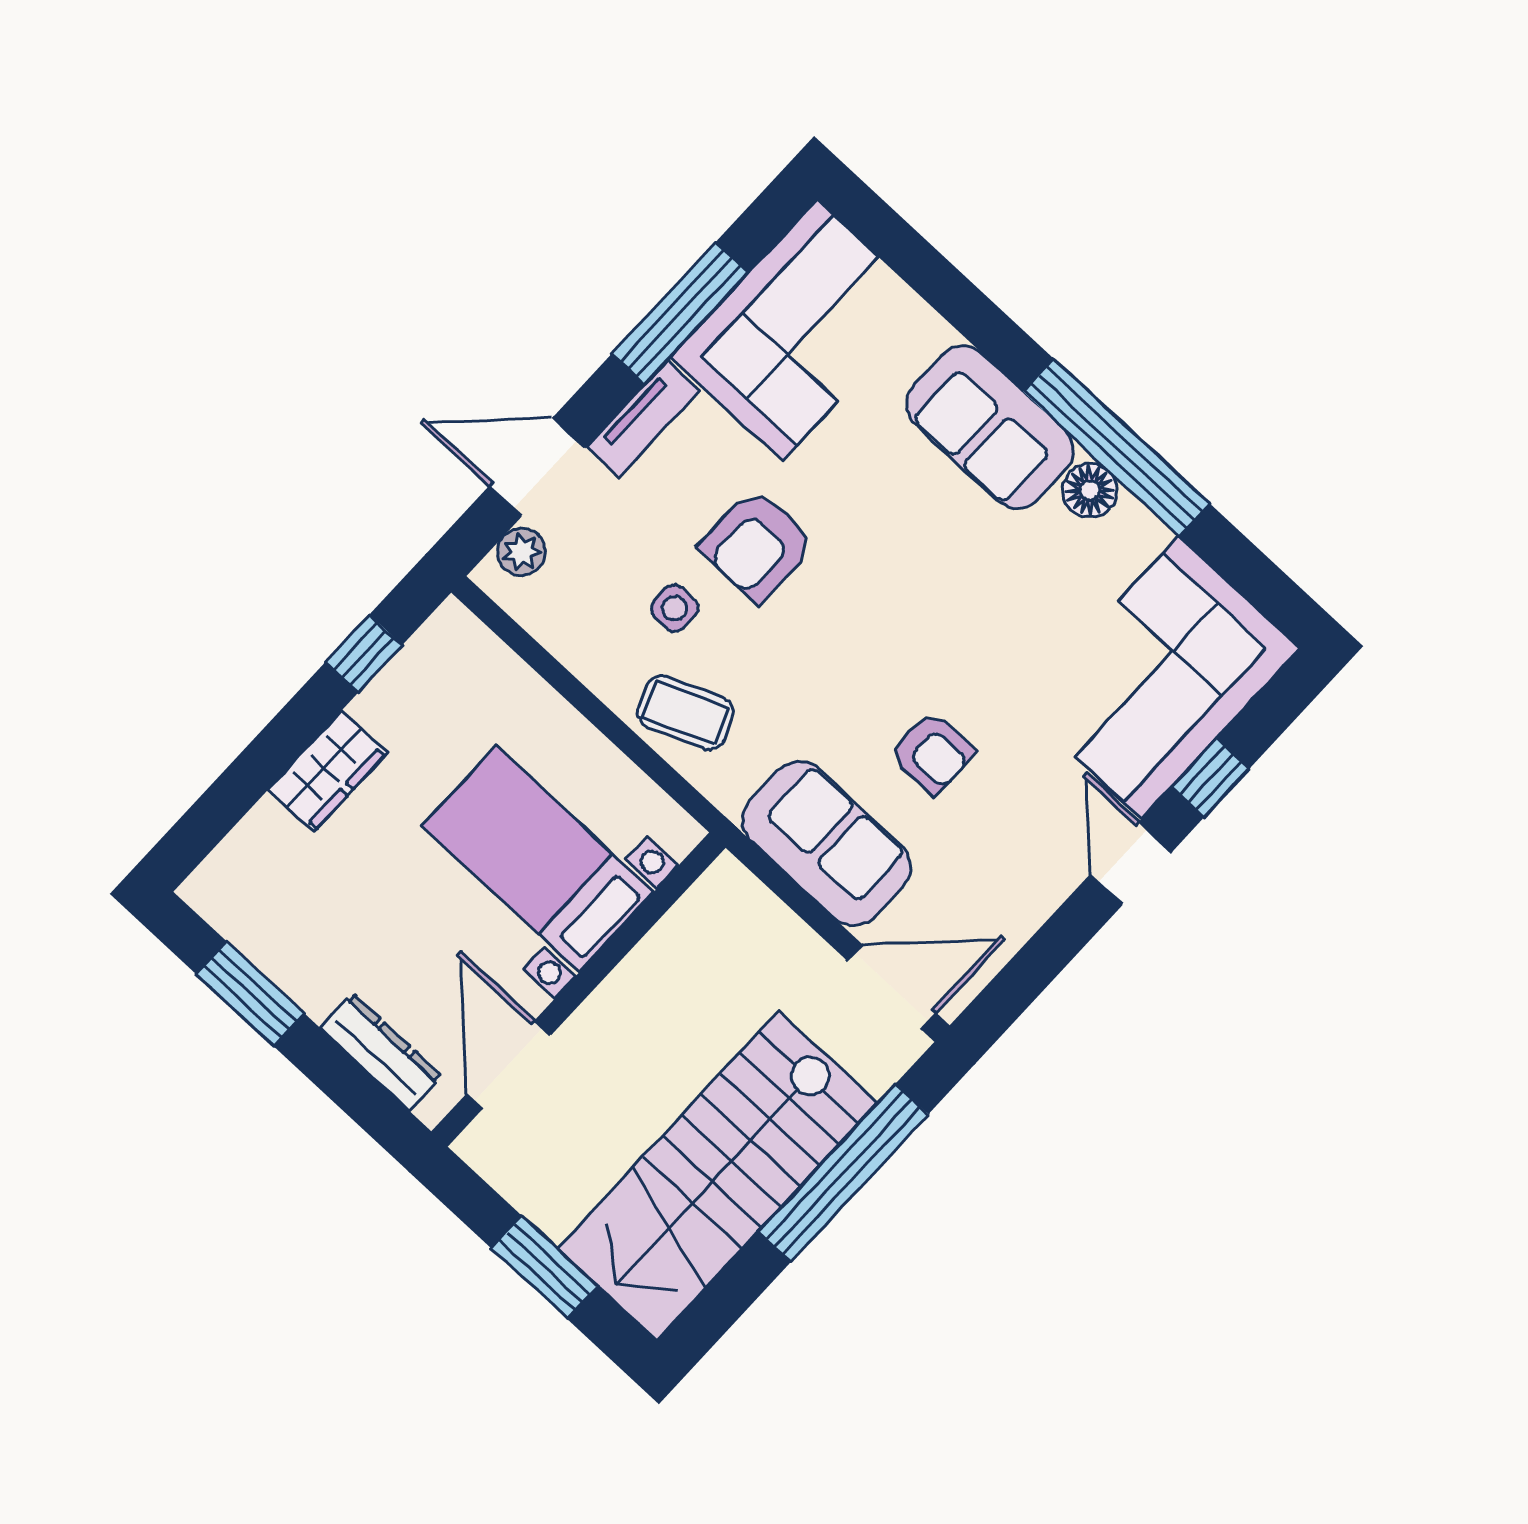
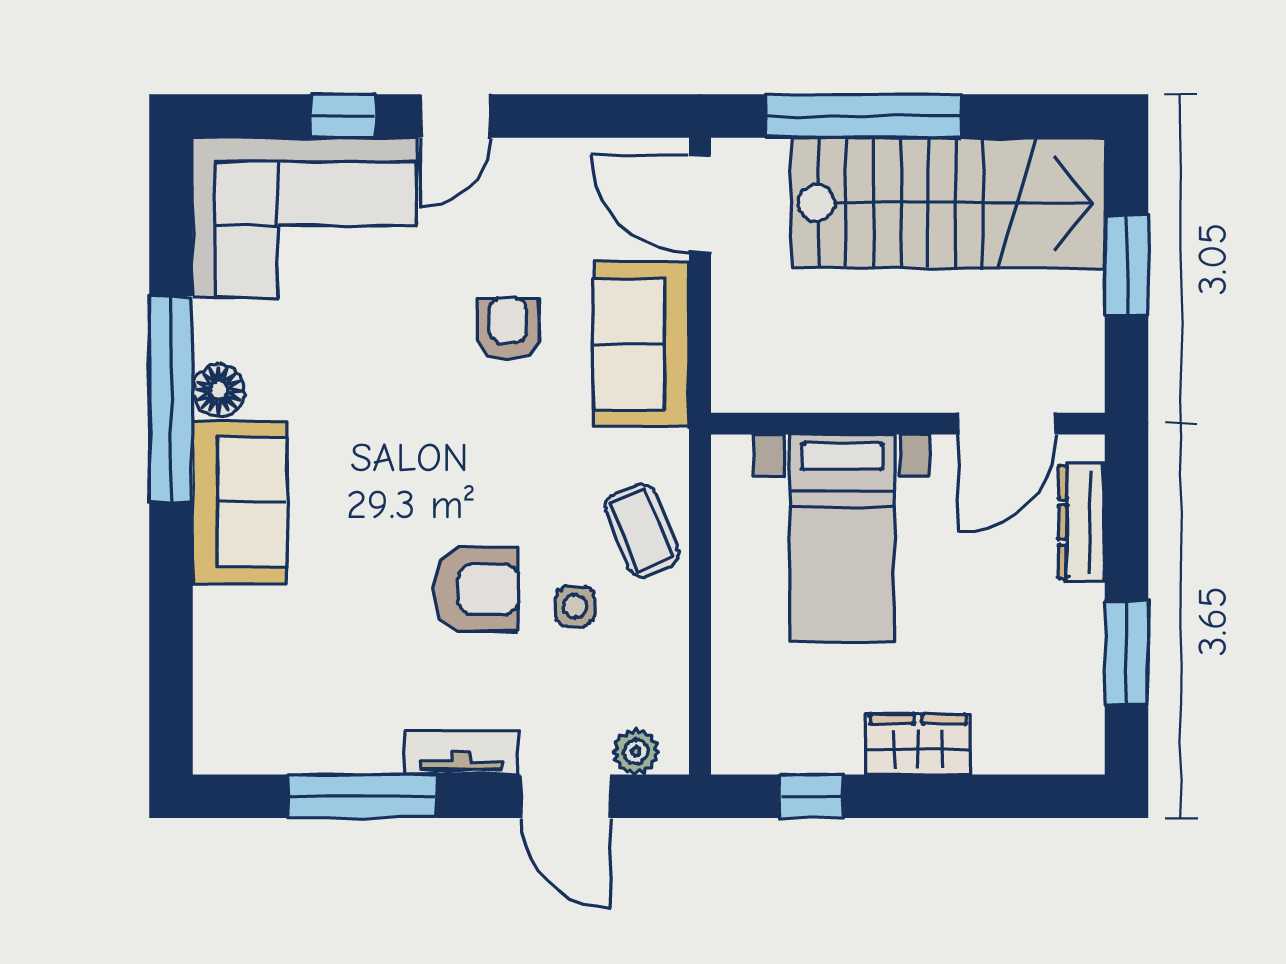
corner sofa: (800, 330) -> (296, 701), removed

